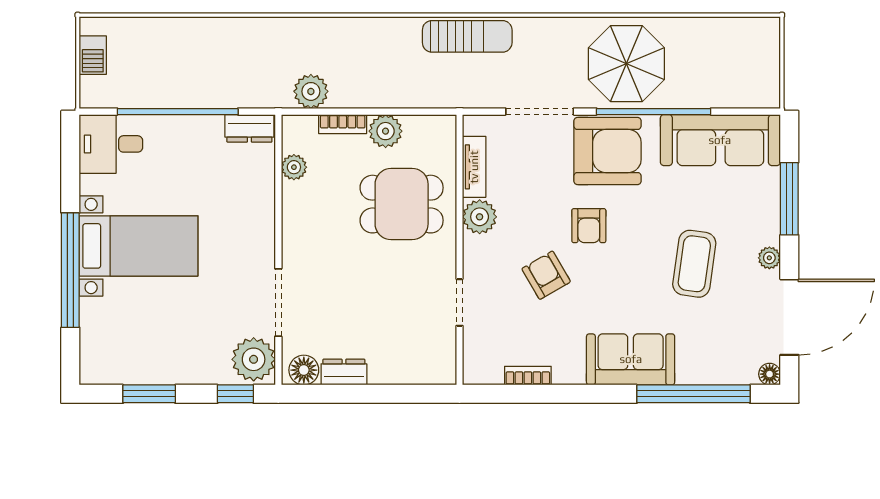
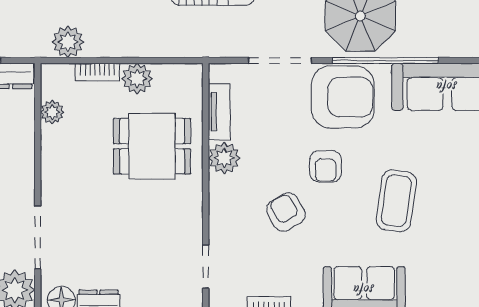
coffee table: (694, 264) -> (396, 201), moved
doorway: (460, 302) -> (206, 267), moved

